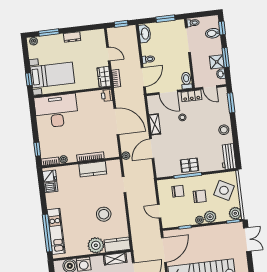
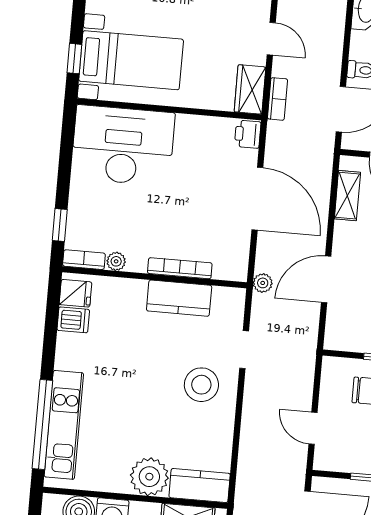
shelving: (155, 124) -> (347, 196), moved
stool: (104, 214) -> (201, 385), moved

